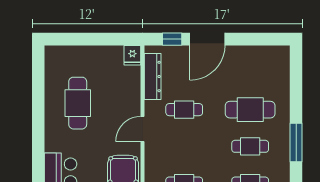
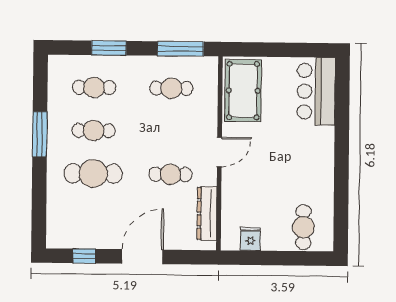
window: (172, 39) -> (84, 256), moved
fridge: (132, 55) -> (250, 239), moved
cafe table: (78, 103) -> (303, 227), moved, width x0.73, depth x0.74

